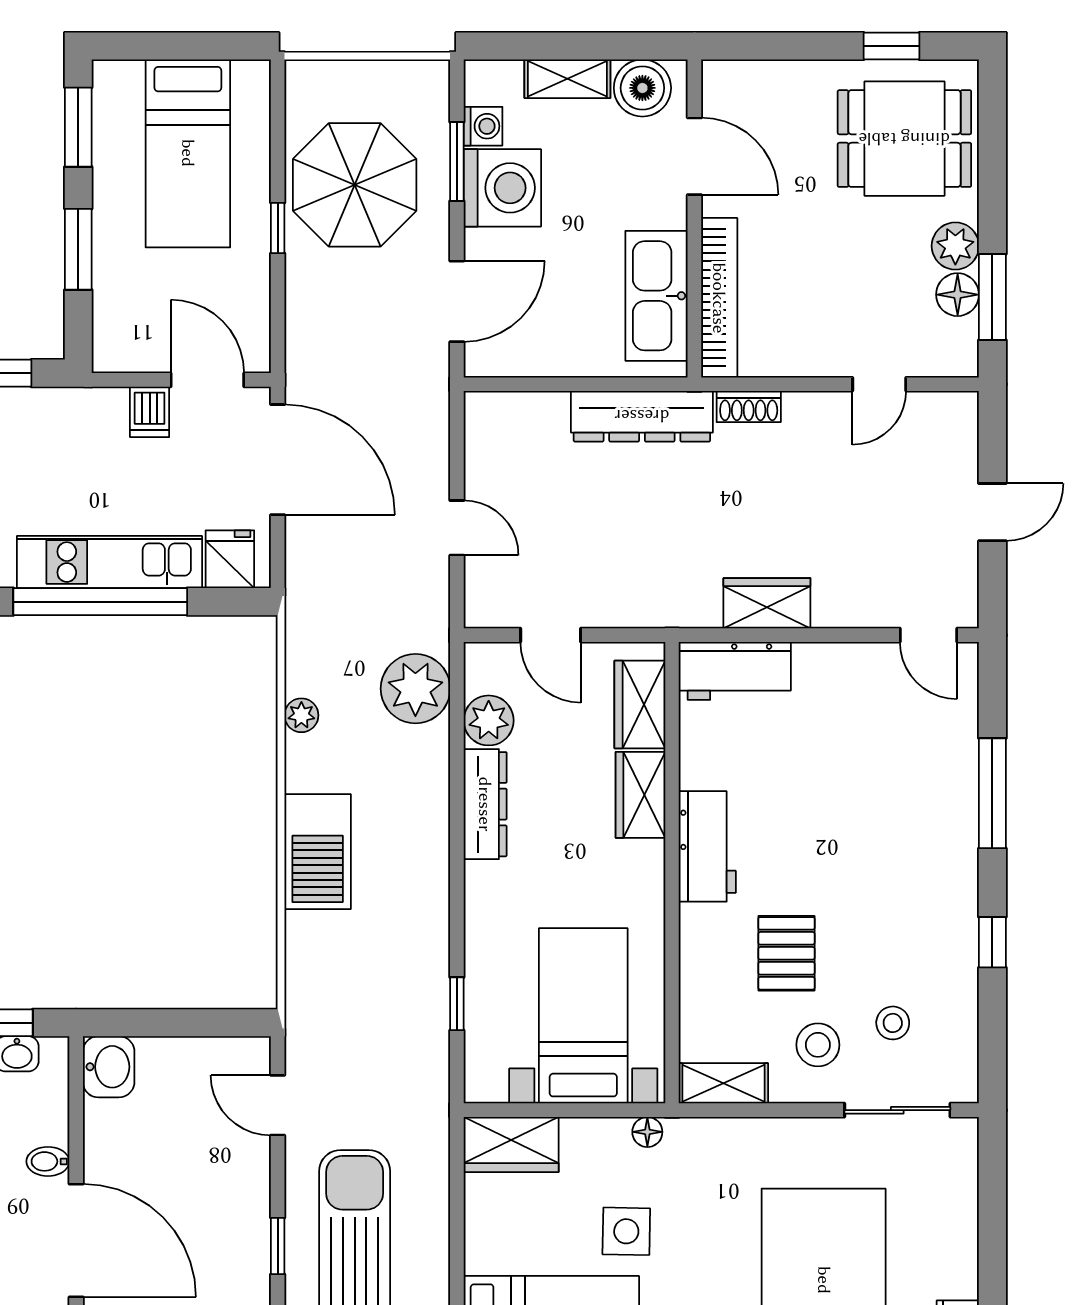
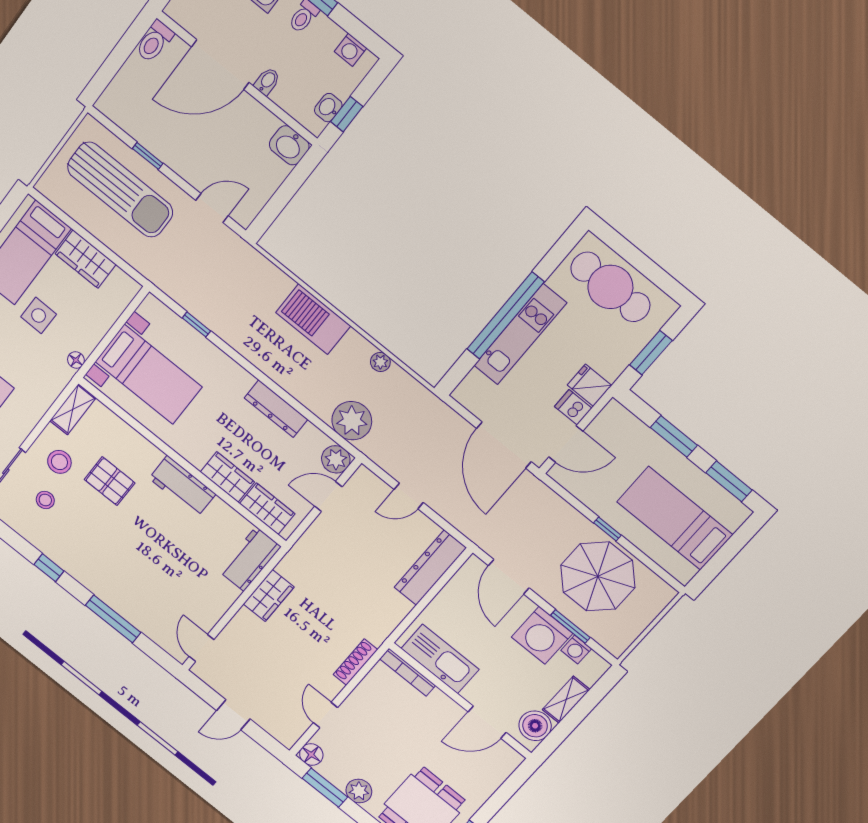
floor lamp: (958, 295) -> (311, 754), moved
bookcase: (719, 298) -> (408, 672), width x0.68, depth x0.76
shoe rack: (749, 407) -> (355, 662), width x1.43
dresser: (642, 416) -> (430, 568), moved
door: (278, 460) -> (504, 445), hinge flipped
door: (992, 512) -> (233, 715), hinge flipped
fridge: (230, 559) -> (589, 385), moved, turned 180
door: (929, 635) -> (201, 648), hinge flipped
plant: (489, 720) -> (336, 459), moved
wardrobe: (511, 1144) -> (86, 259), moved, turned -90

